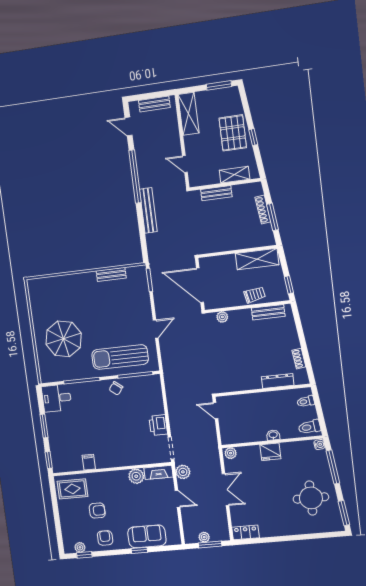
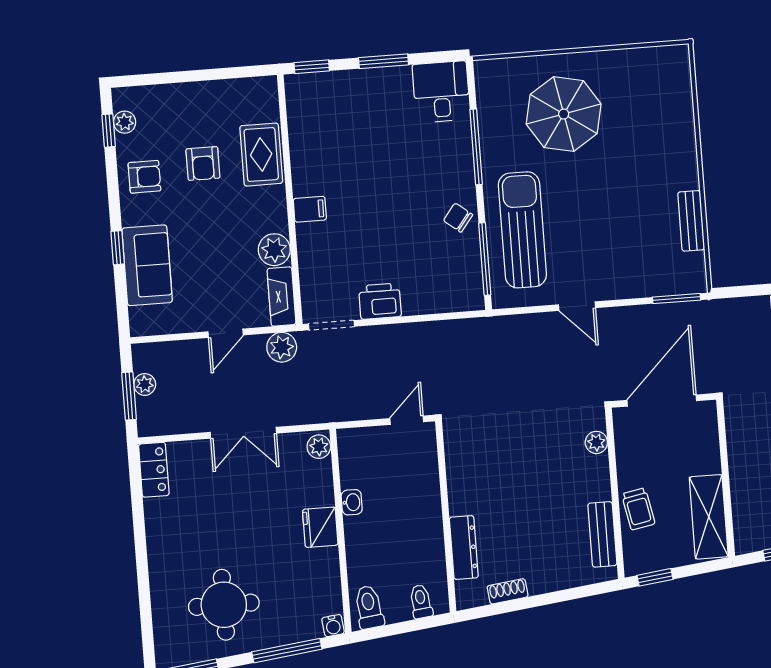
washbasin: (273, 435) -> (352, 502), moved
filing cabinet: (89, 462) -> (310, 209), moved
rug: (72, 489) -> (261, 155), moved

